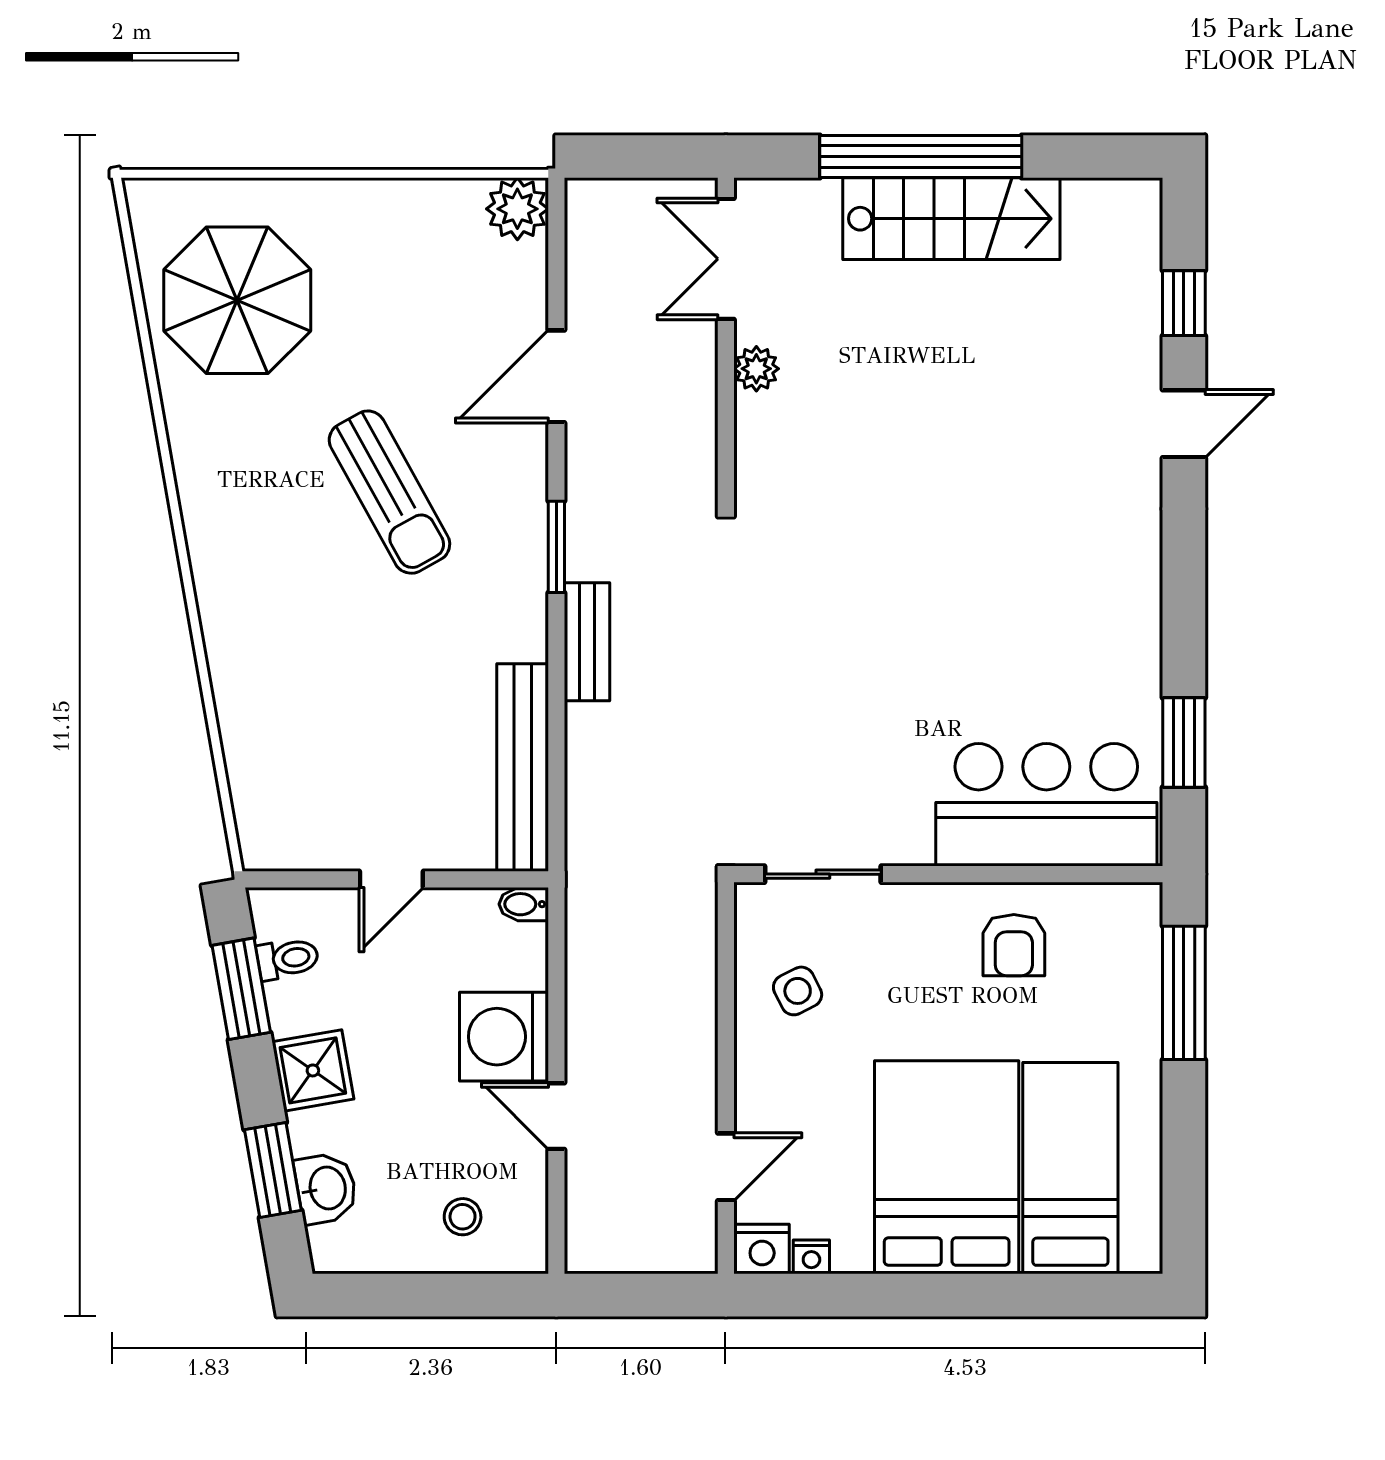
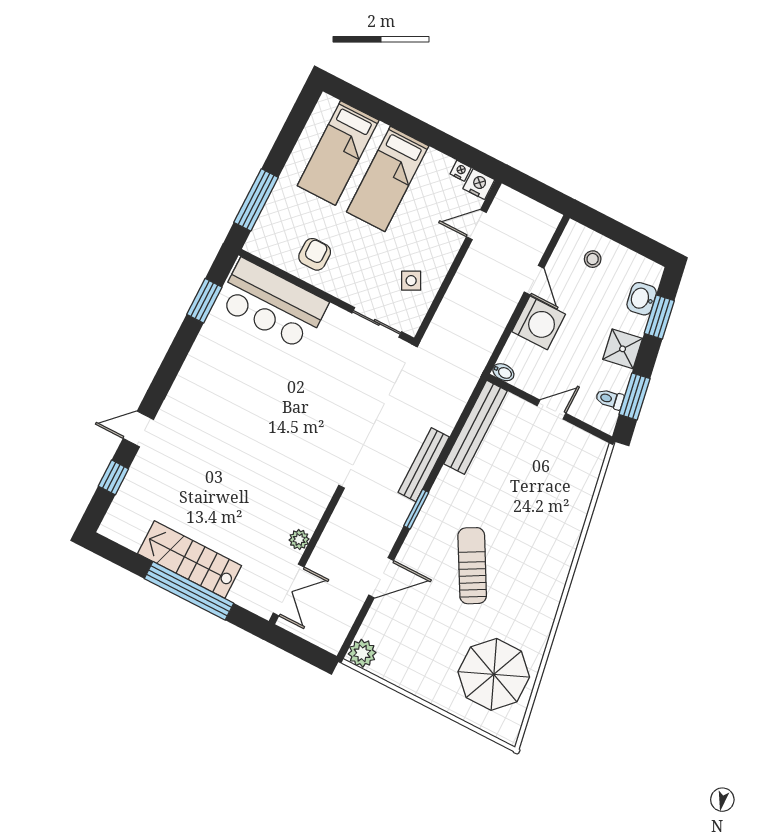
bench: (587, 642) -> (424, 465), width x1.36
bed: (947, 1167) -> (388, 179), width x0.67

